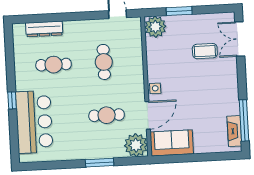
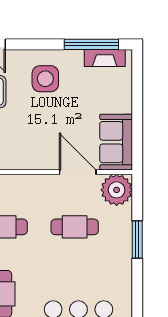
side table: (155, 88) -> (45, 79), moved, width x1.87, depth x1.87
cafe table: (107, 115) -> (75, 227), turned 90

